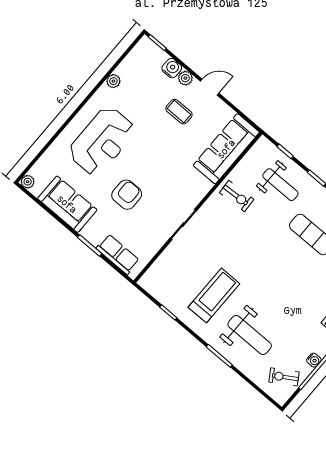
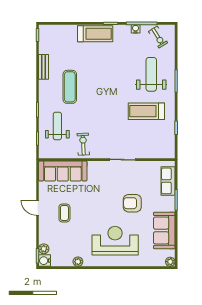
water cooler: (172, 68) -> (45, 261), moved
plant: (185, 78) -> (44, 249), moved

